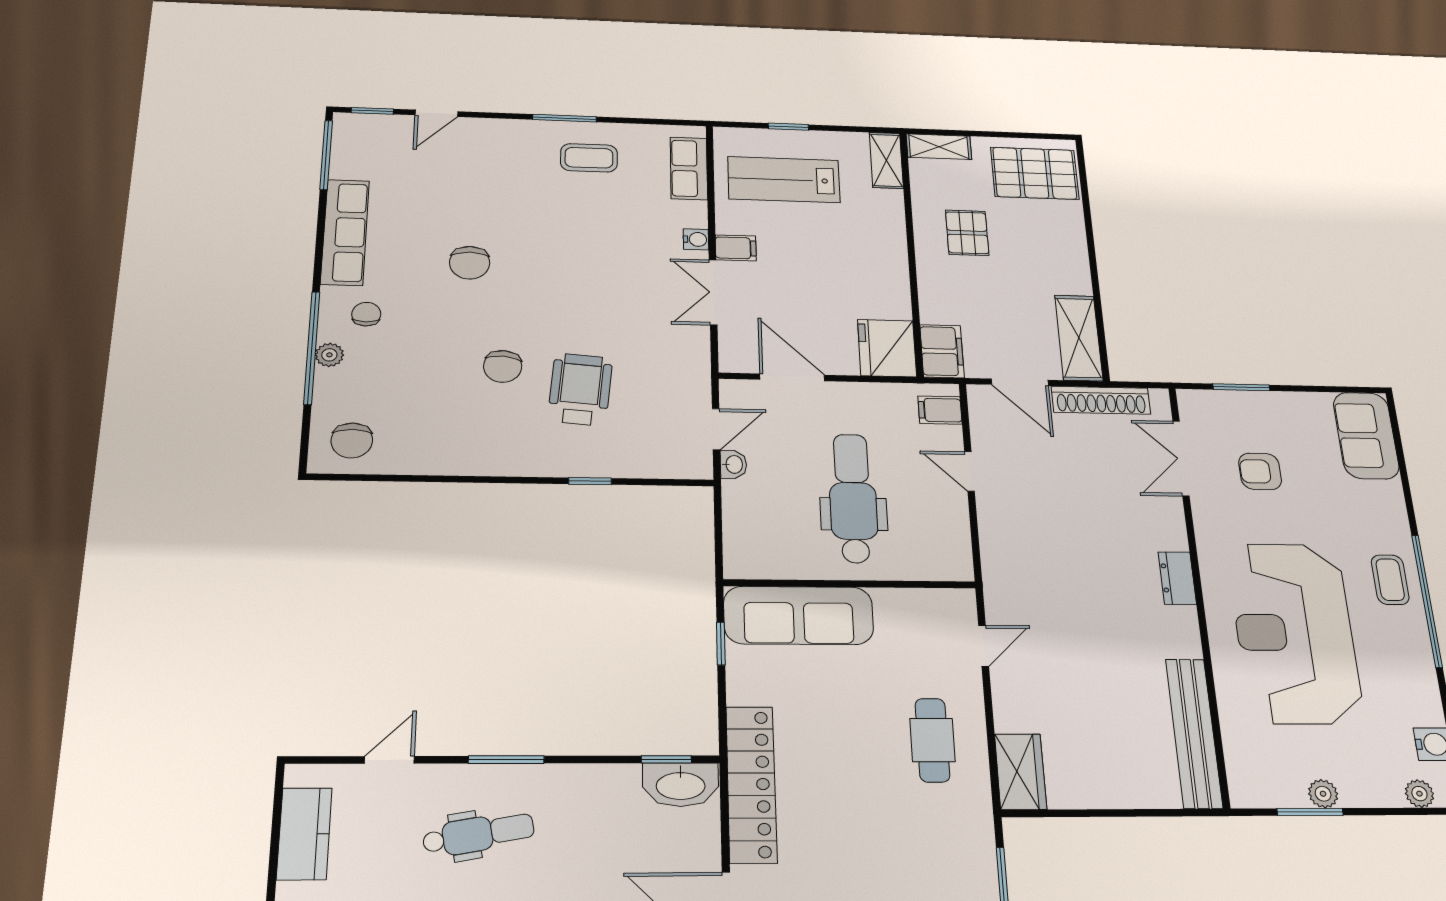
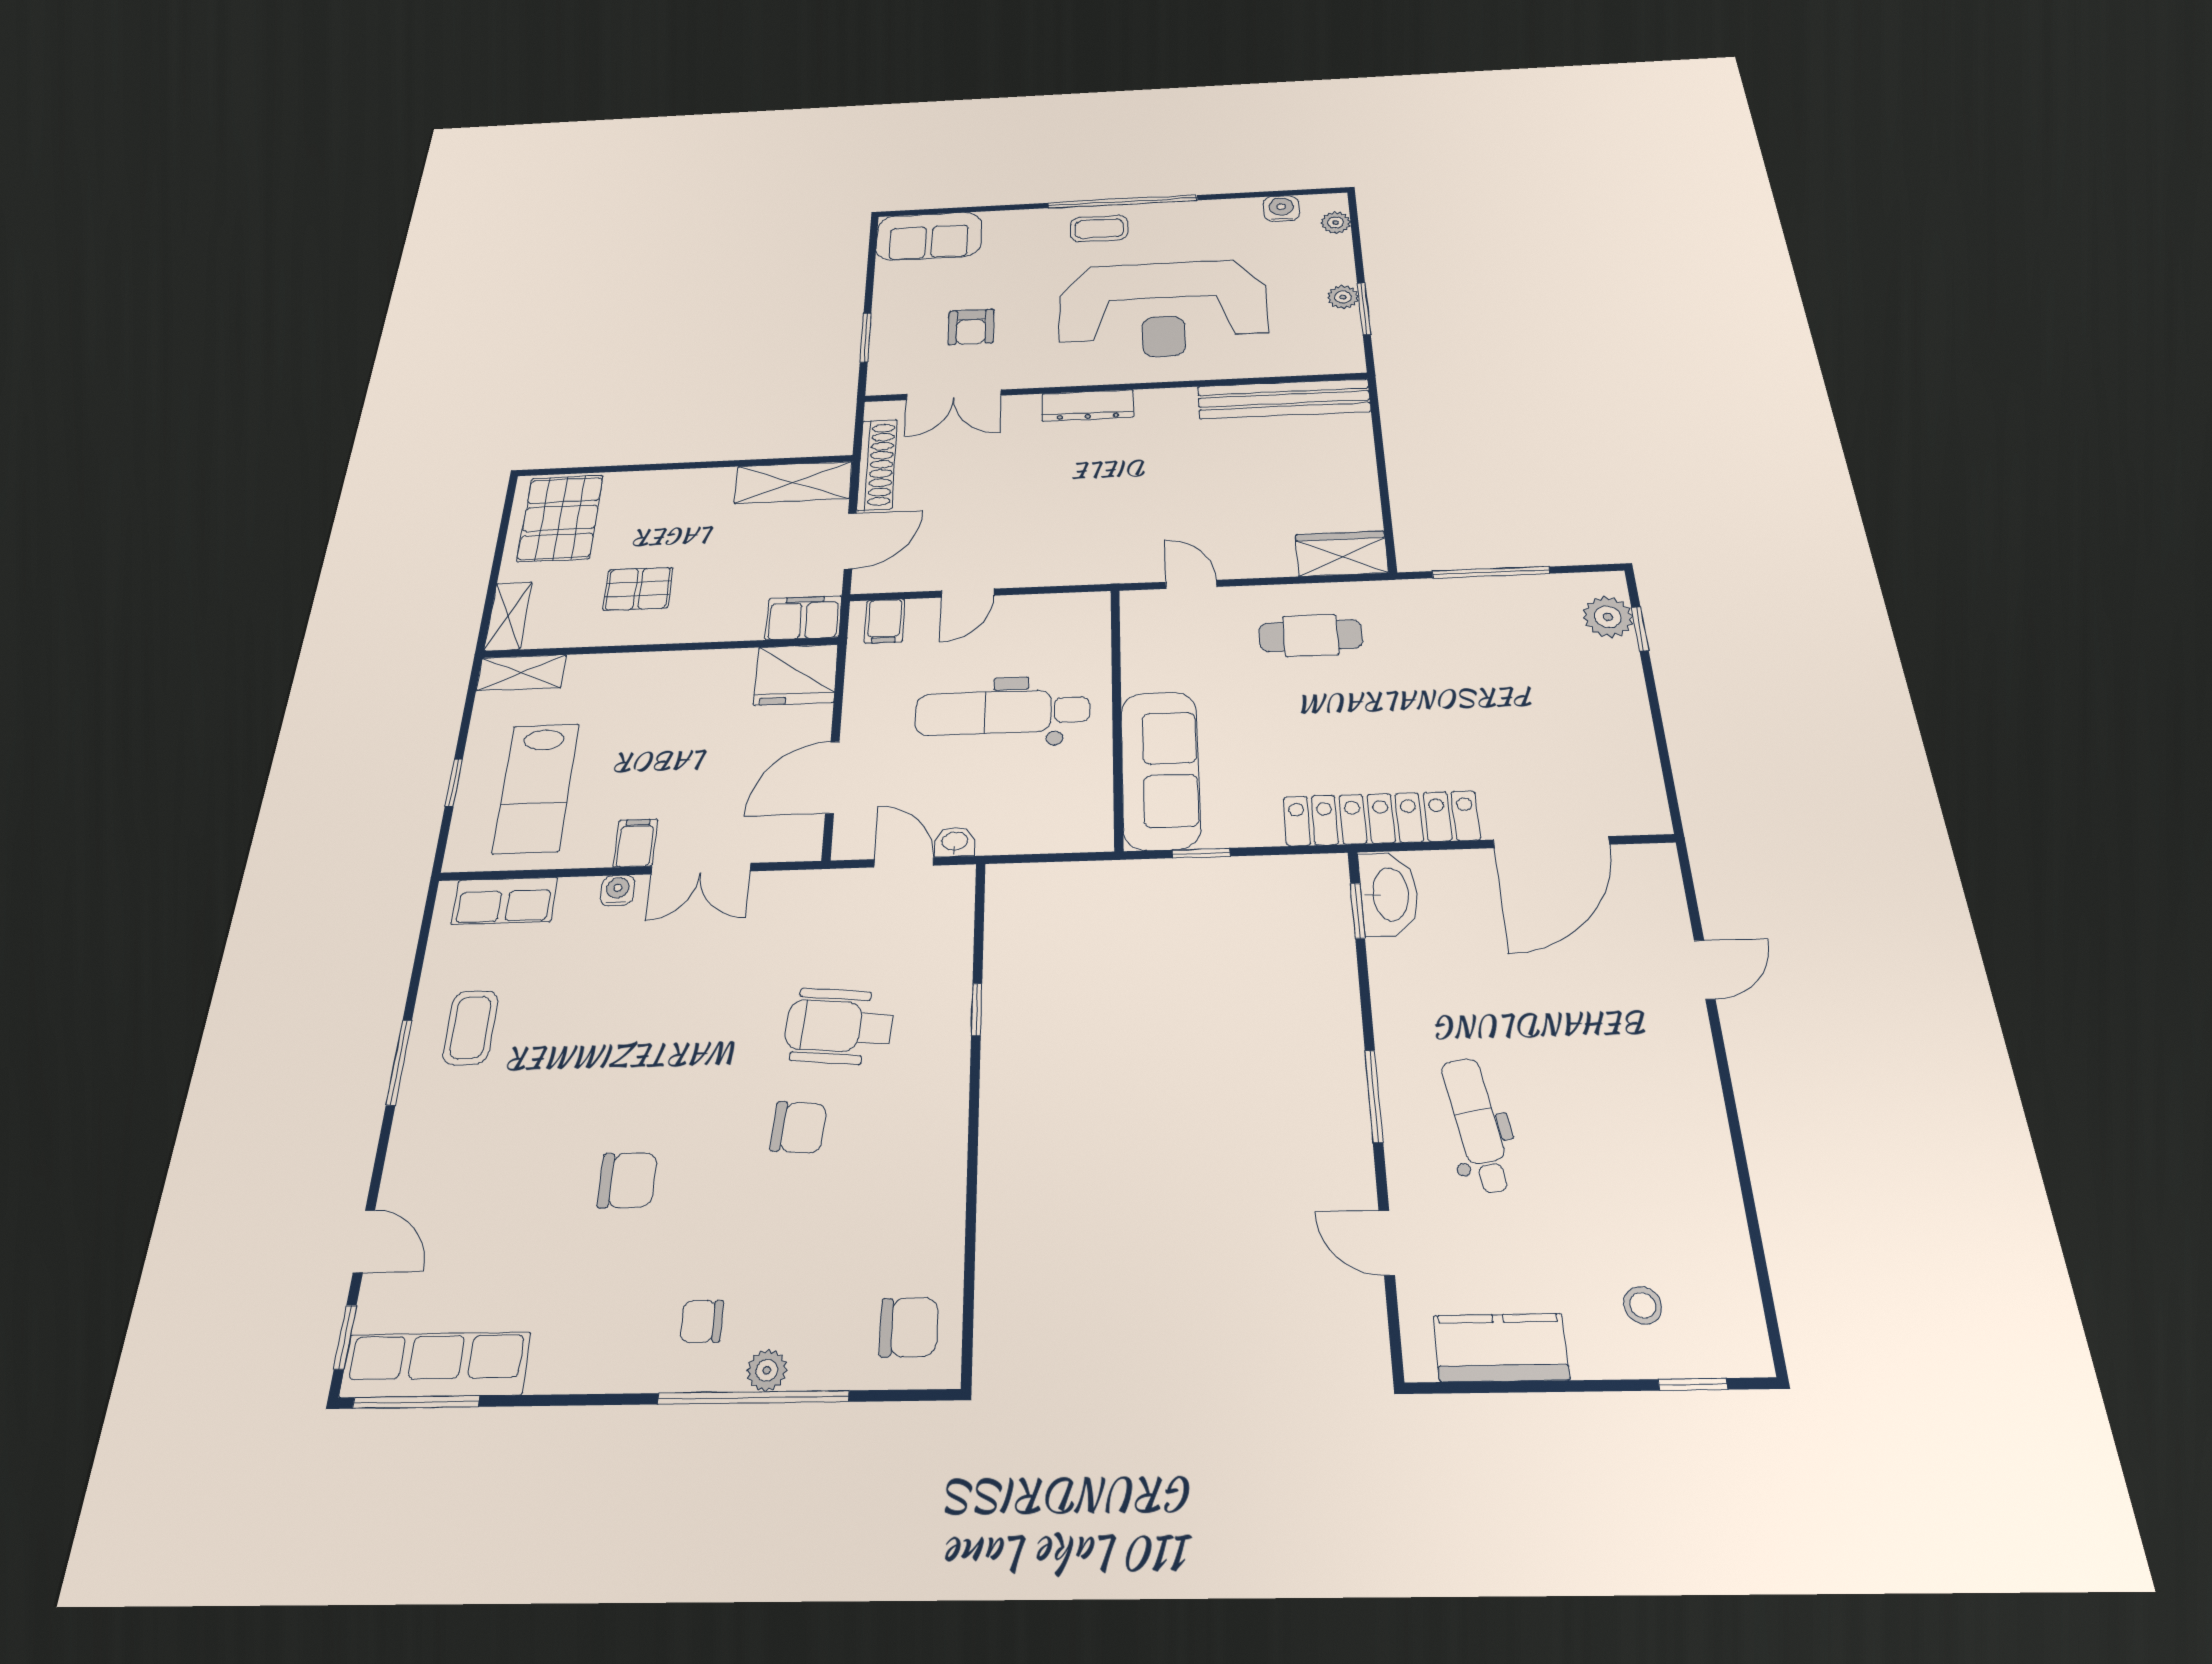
row of seats: (345, 232) -> (435, 1365), moved
dresser: (1177, 578) -> (1088, 405), width x1.44

